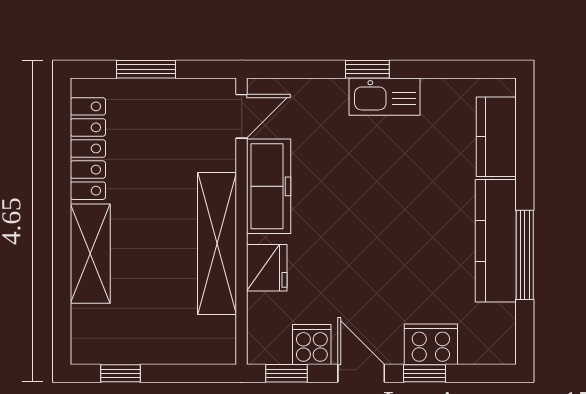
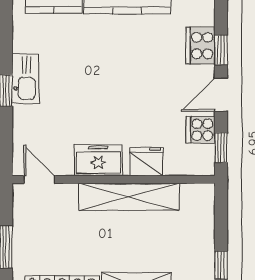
freezer: (269, 186) -> (98, 160), width x0.71

